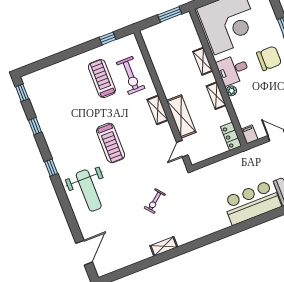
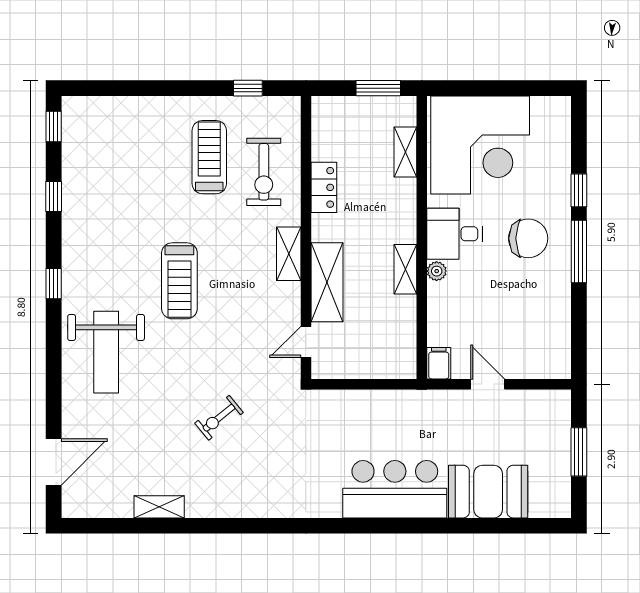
shelving: (203, 61) -> (405, 152), moved
locker: (231, 136) -> (324, 187), moved, turned 180
shelving: (164, 246) -> (159, 507), moved

